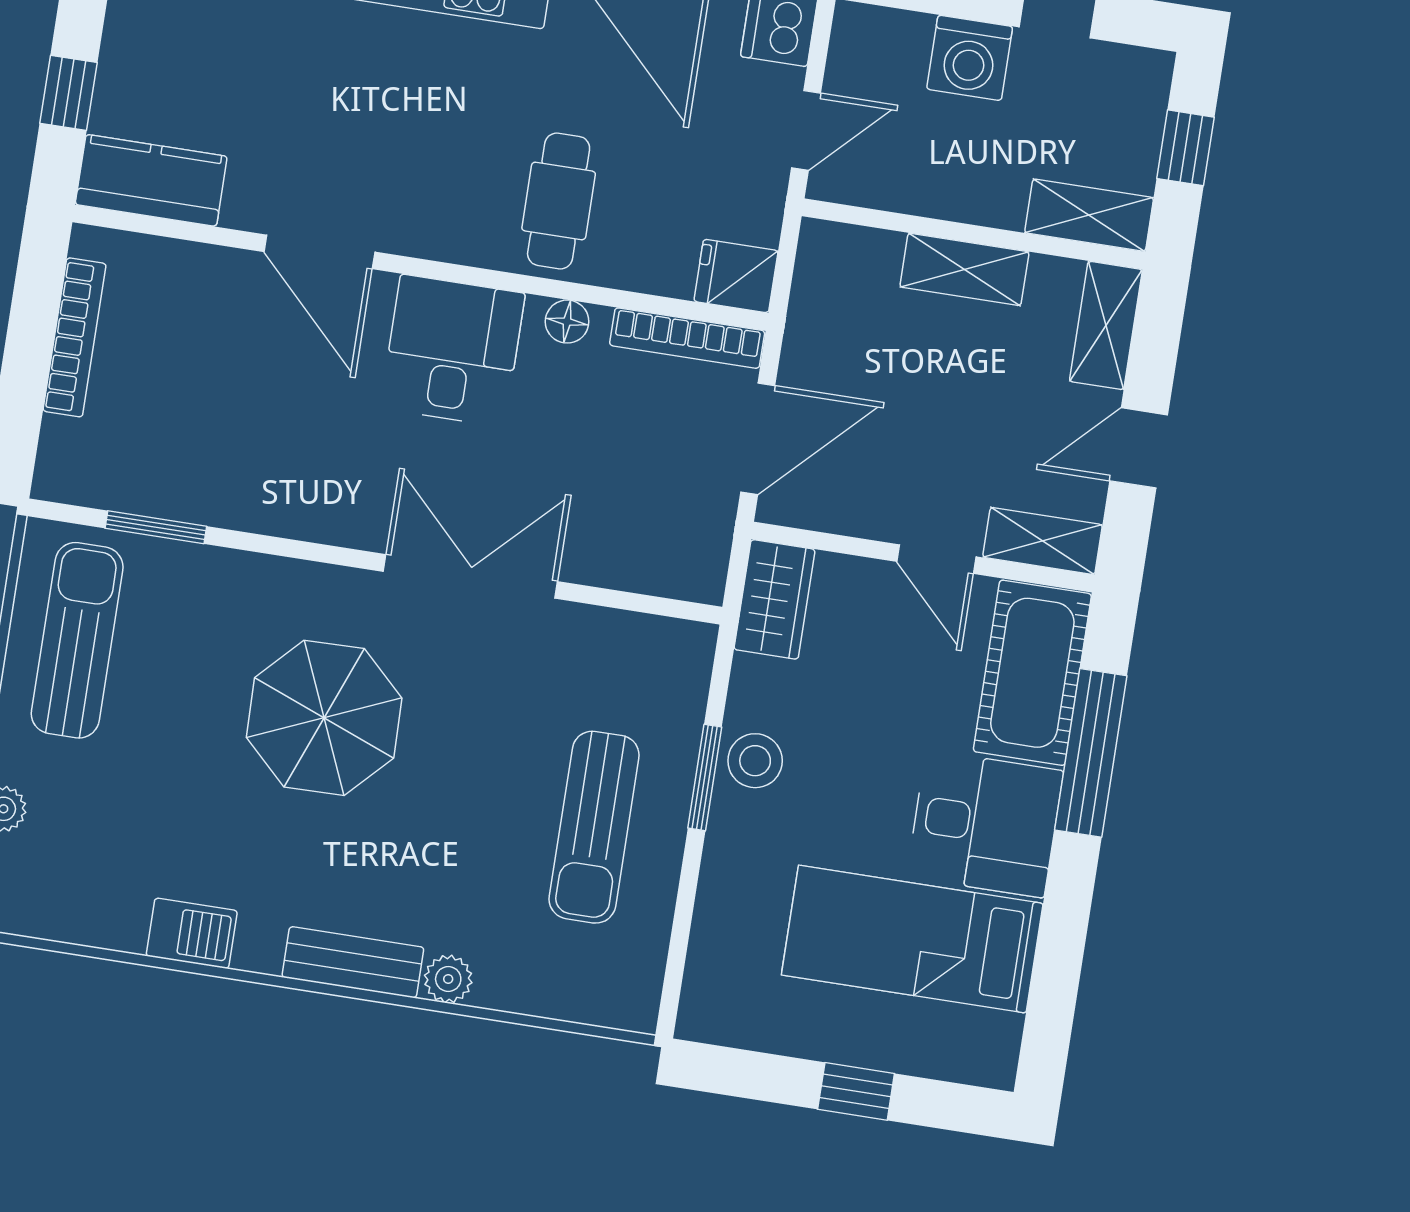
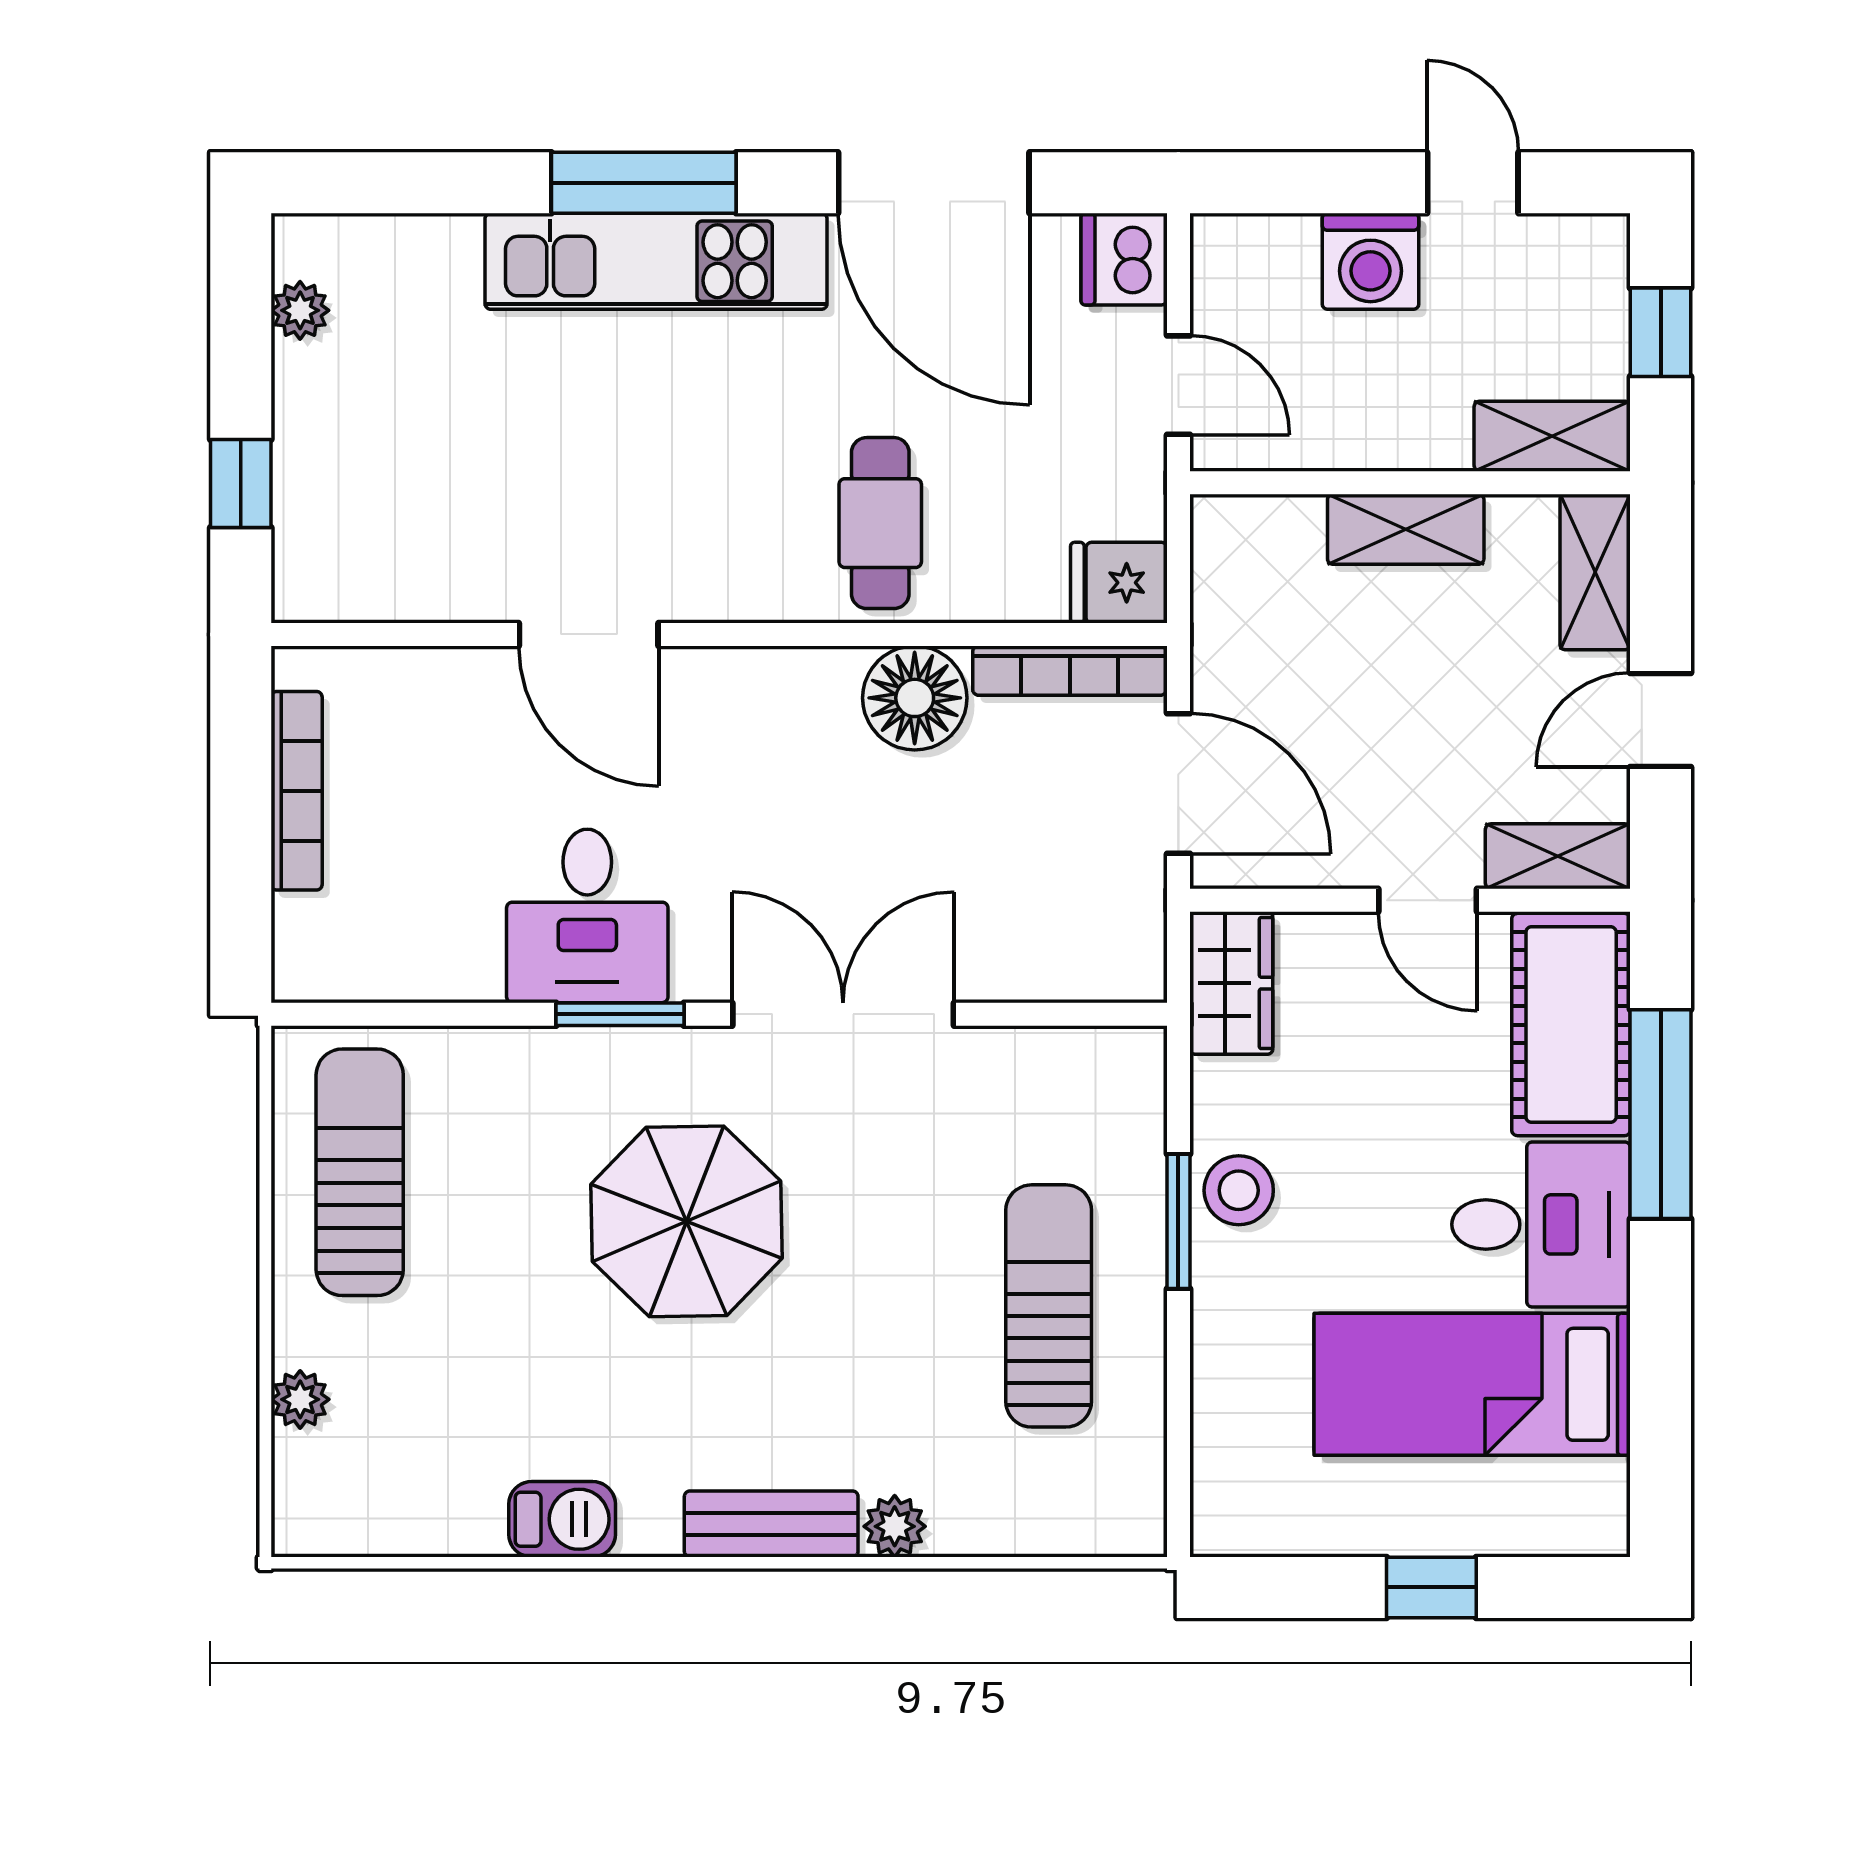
door: (806, 130) -> (1178, 385), hinge flipped
kitchen counter: (151, 180) -> (362, 578), removed
floor lamp: (567, 322) -> (915, 698), width x1.89, depth x1.89
desk: (453, 351) -> (587, 916), moved, turned 180
door: (758, 439) -> (1178, 784), hinge flipped
window: (156, 527) -> (620, 1014), moved
sun lounger: (594, 827) -> (1049, 1306), turned 180

